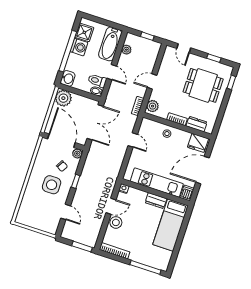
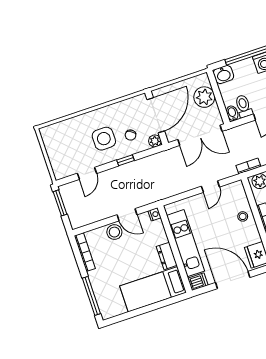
plant: (63, 98) -> (204, 97), moved
window: (82, 247) -> (60, 203), moved

